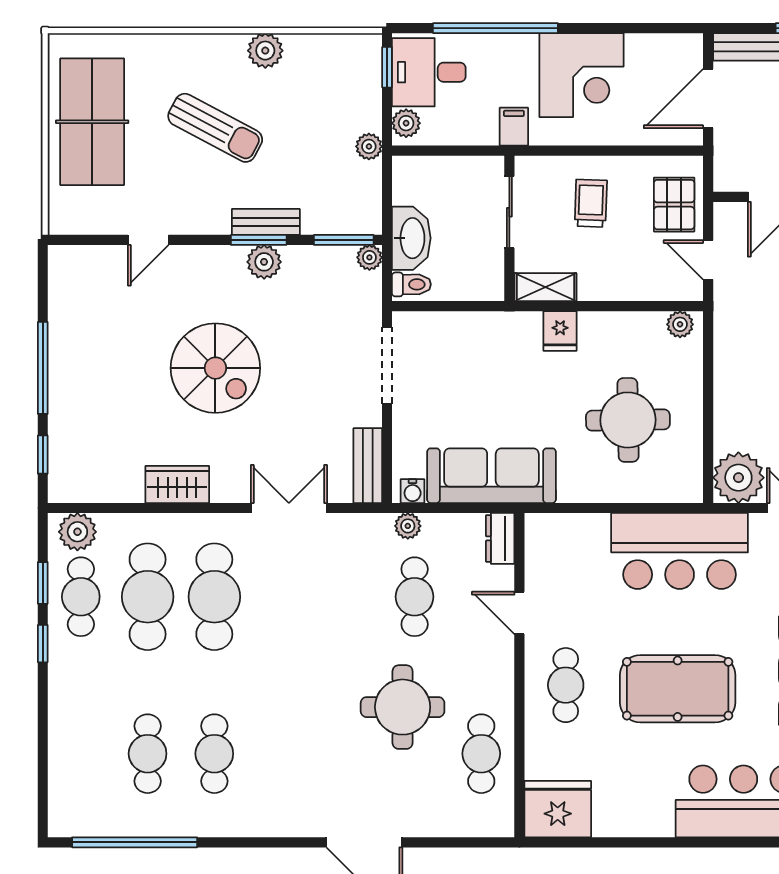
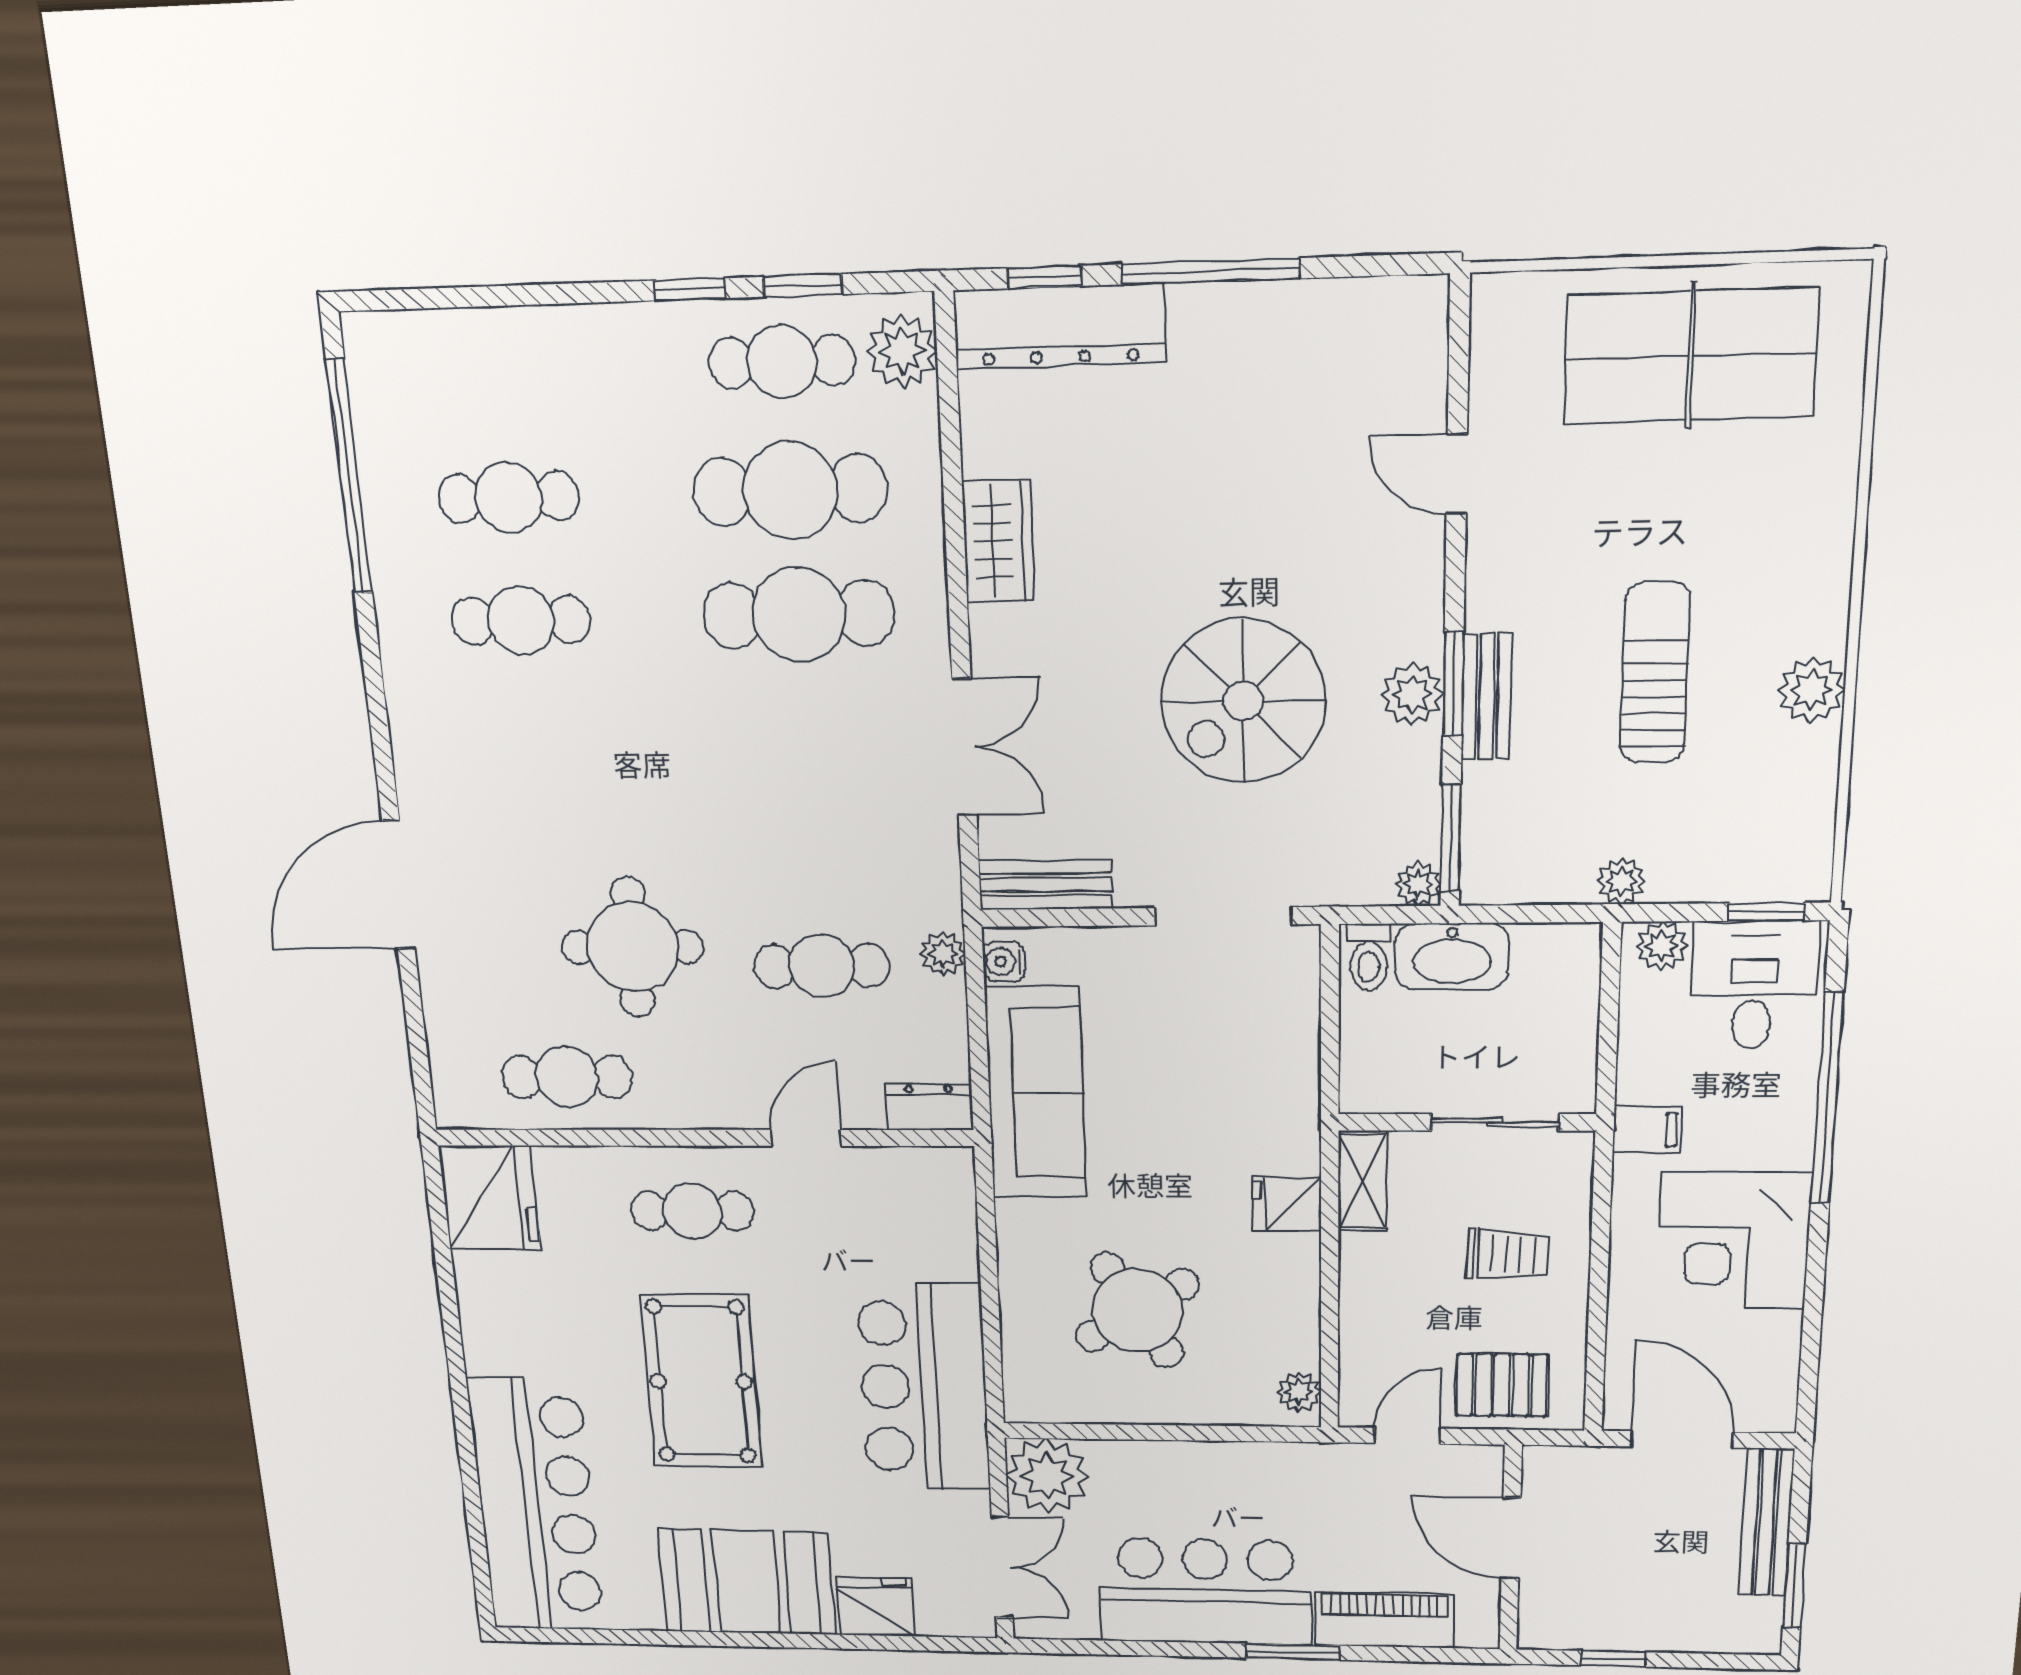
sun lounger: (215, 128) -> (1655, 673), moved, turned 152
spiral stairs: (215, 368) -> (1243, 701), moved
round table: (628, 420) -> (1137, 1310), turned -31
dresser: (68, 448) -> (1059, 326), added

